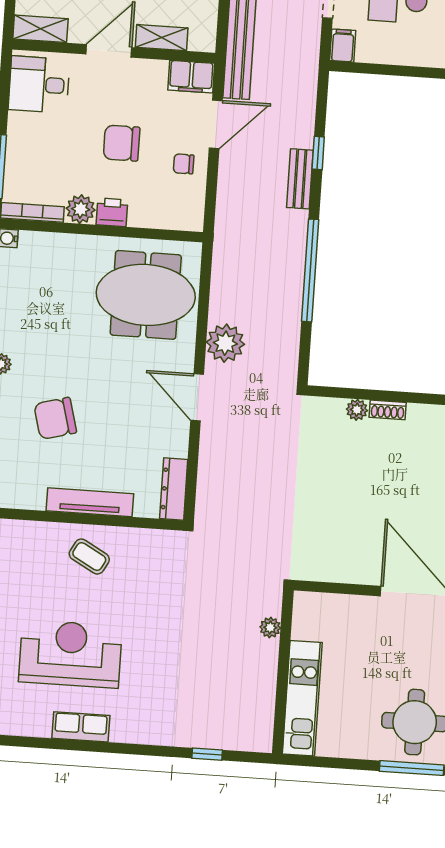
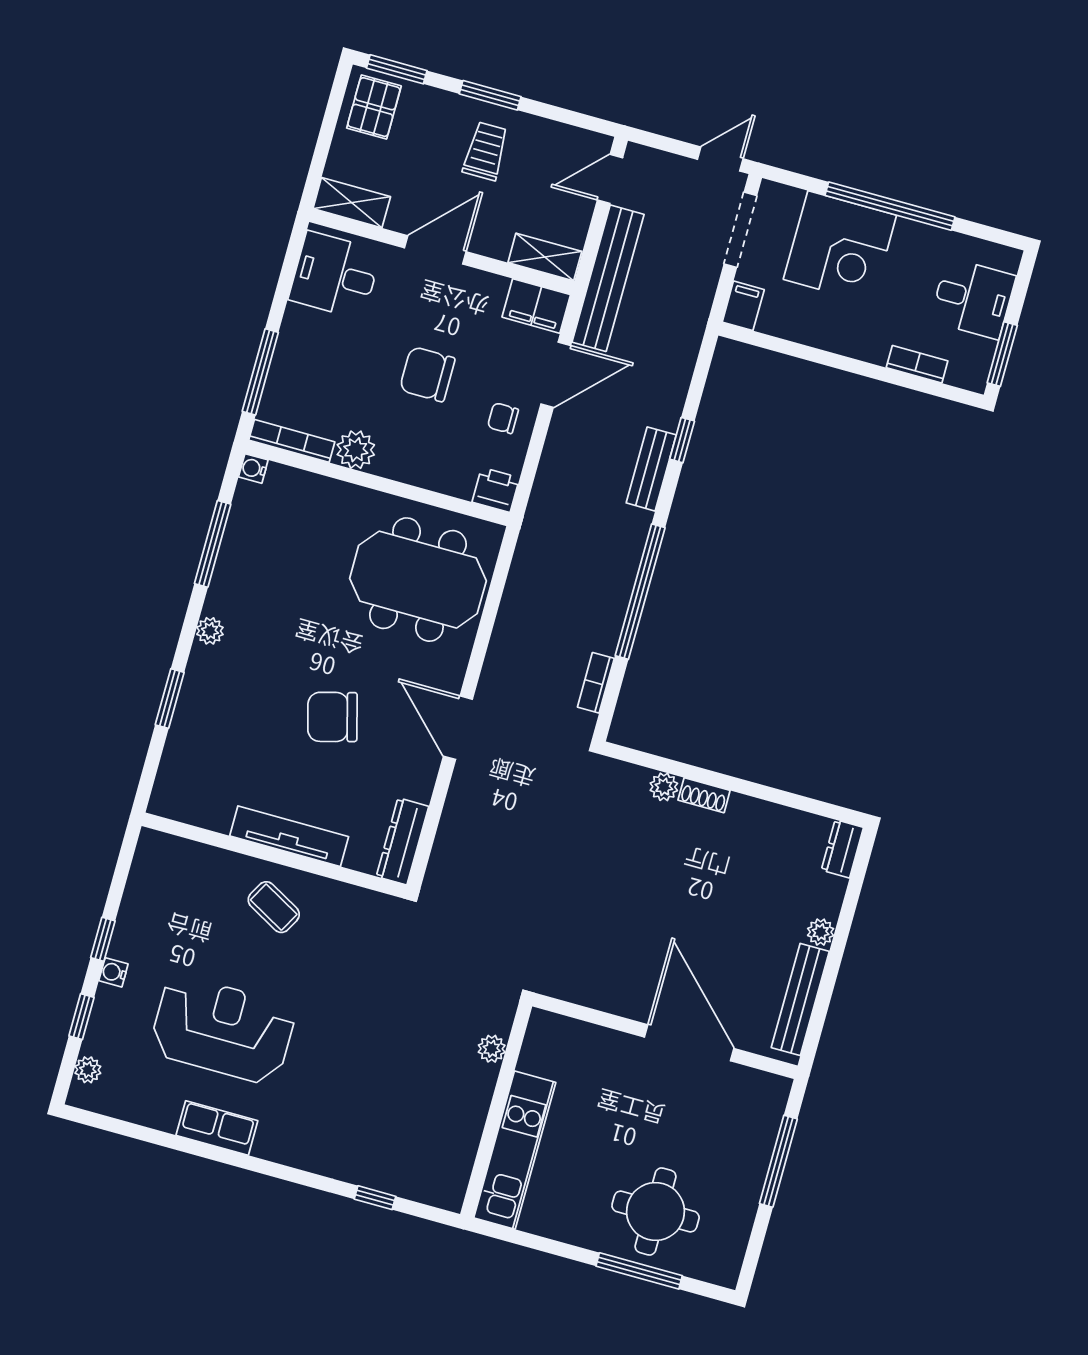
shelving: (162, 38) -> (545, 257), moved
printer: (112, 212) -> (496, 490), moved
plant: (225, 343) -> (509, 664), removed
bookcase: (291, 344) -> (596, 683), added
chair: (55, 418) -> (332, 717), moved

